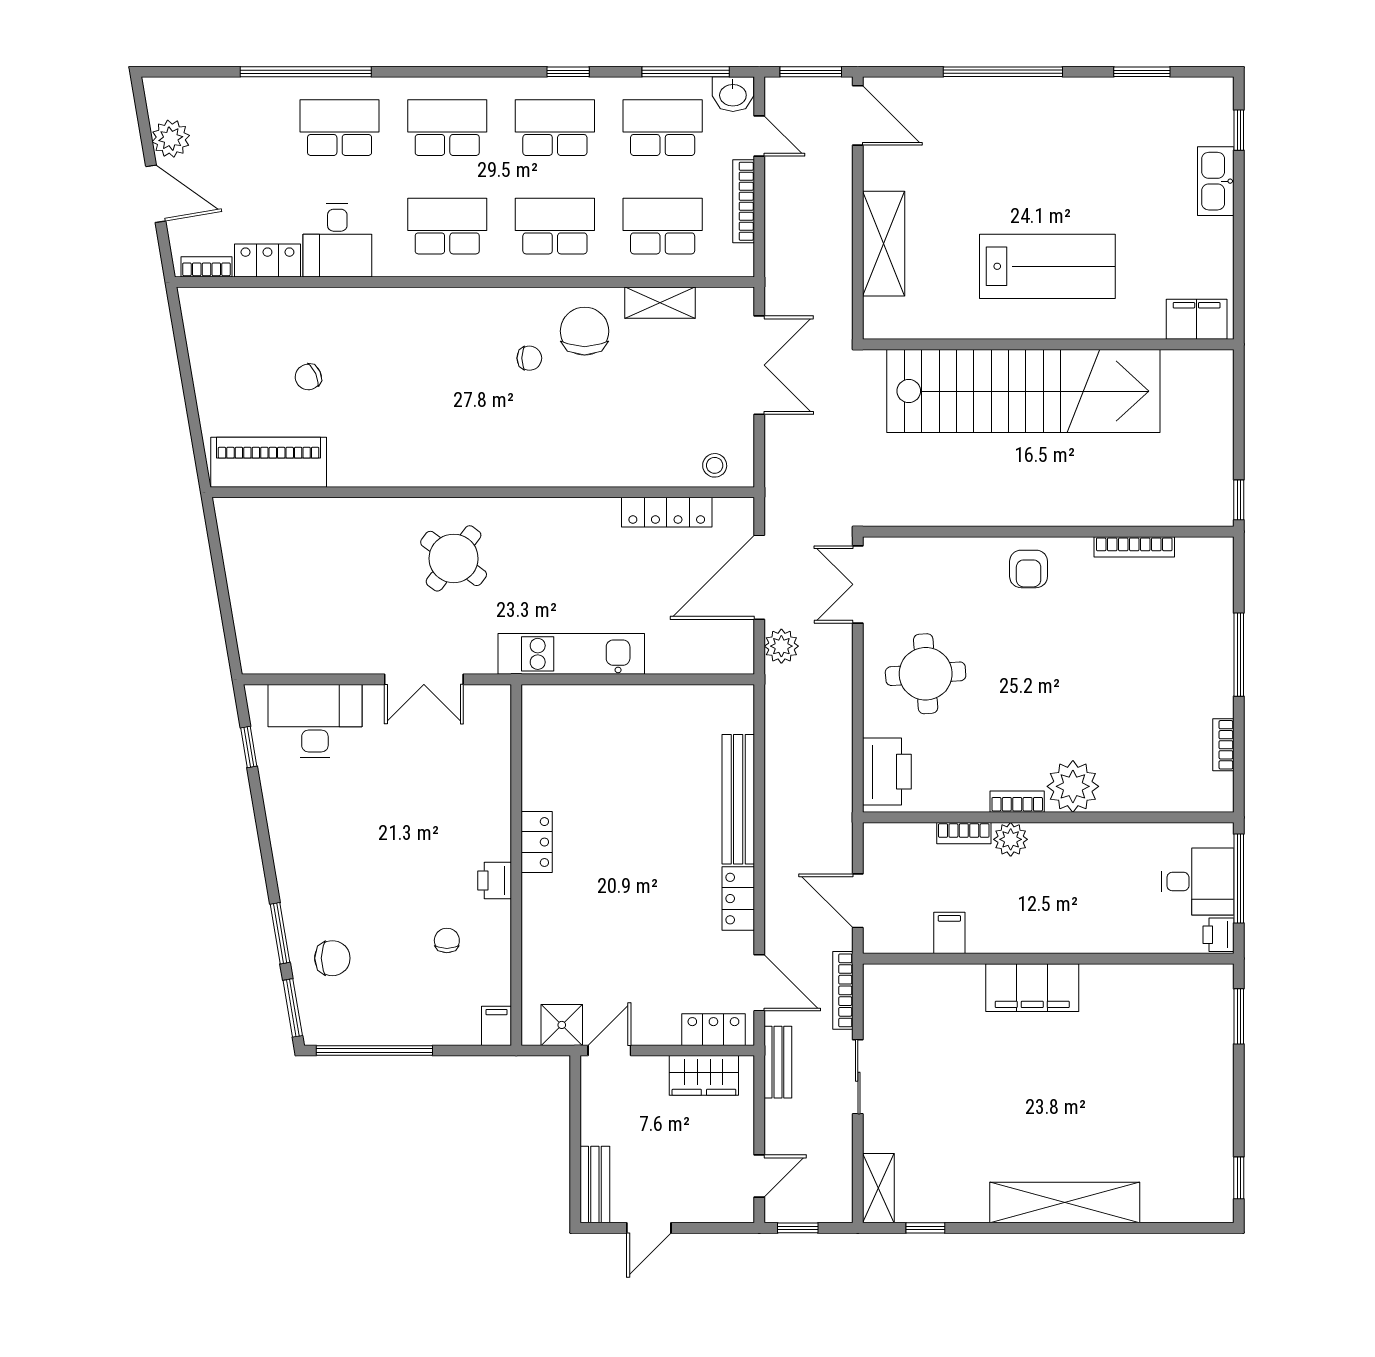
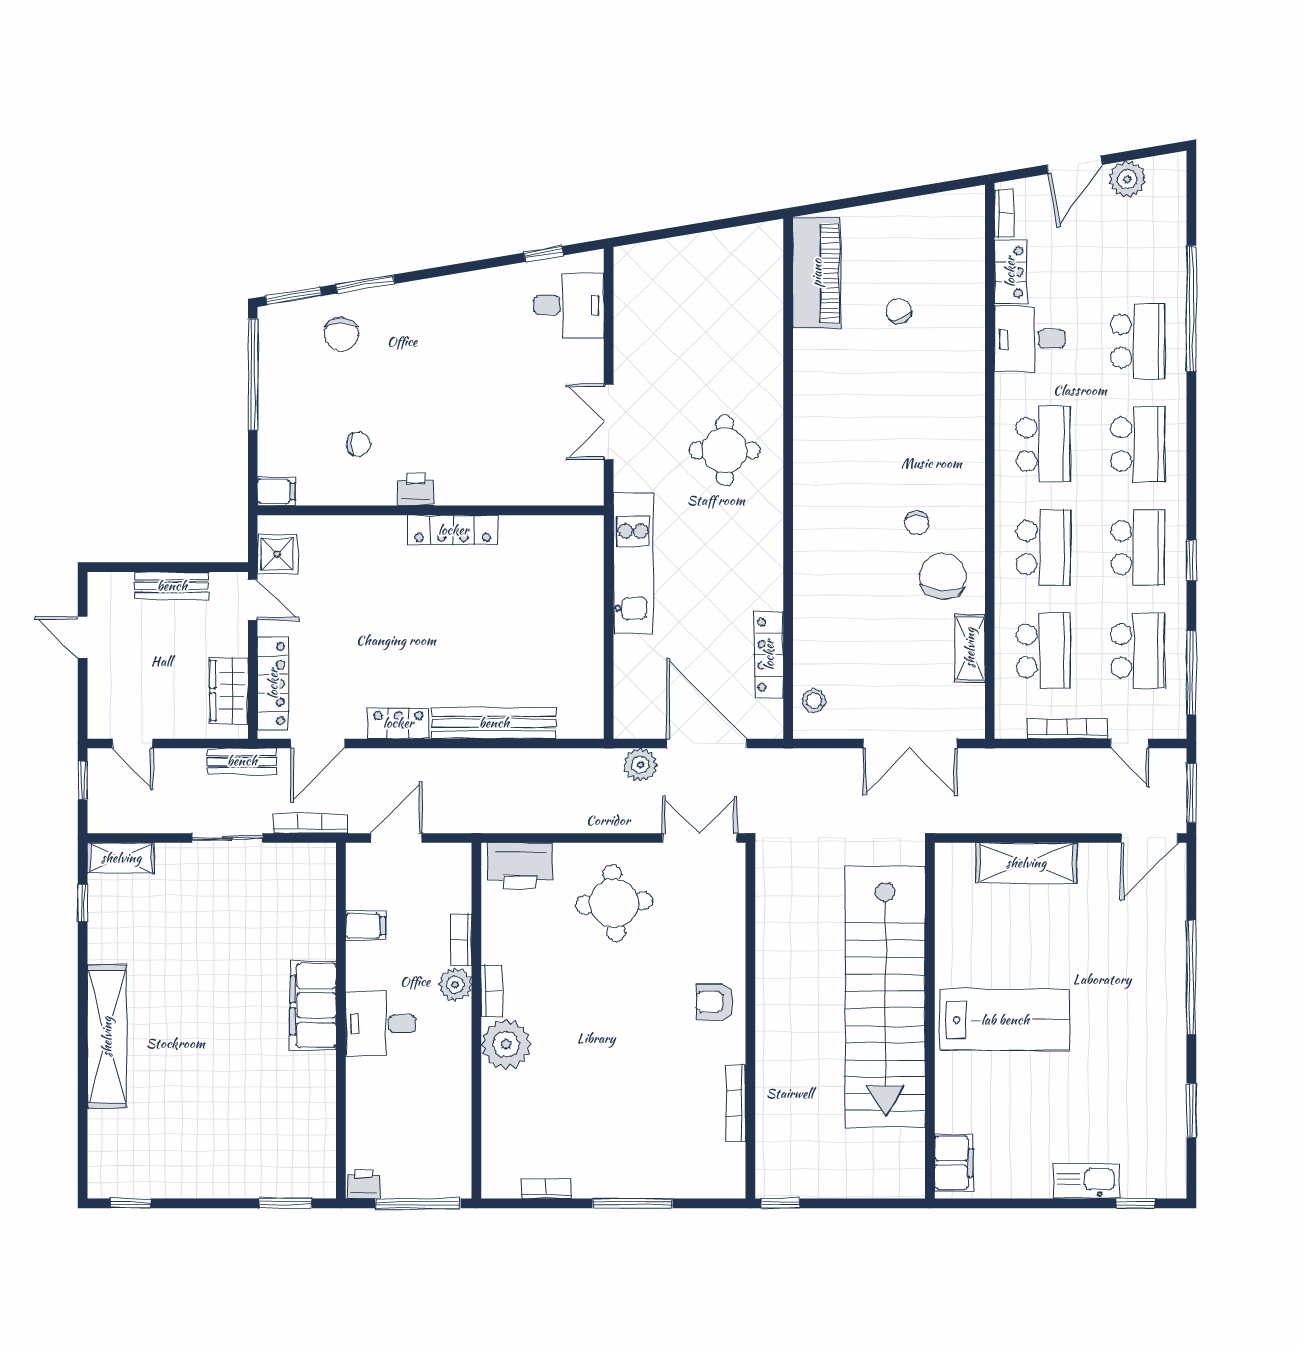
washbasin: (733, 94) -> (1170, 718), removed
door: (759, 136) -> (1130, 743), hinge flipped
lab bench: (1047, 266) -> (1005, 1020), turned -90
chair: (585, 331) -> (943, 576), turned -87
round table: (454, 558) -> (725, 450), turned -37
desk: (315, 721) -> (569, 305), width x0.73
locker: (537, 842) -> (453, 530), width x1.53
desk: (1198, 882) -> (380, 1024), moved, turned 90
locker: (713, 1030) -> (273, 684), width x1.53
bench: (595, 1185) -> (172, 586), moved

